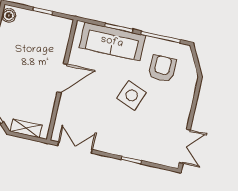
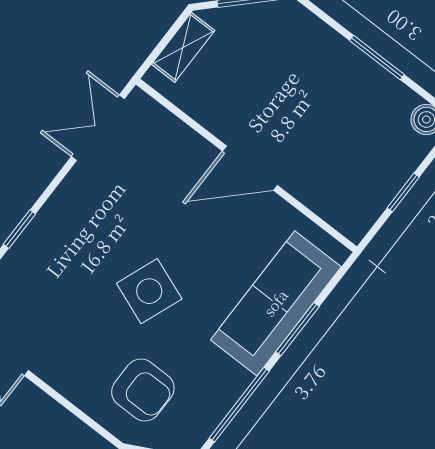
armchair: (162, 68) -> (143, 390), moved
door: (62, 78) -> (250, 168), hinge flipped
double door: (75, 148) -> (98, 128), swing flipped

